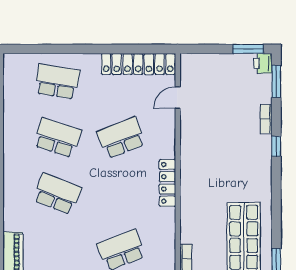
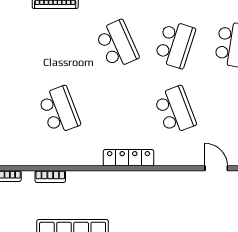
school desk: (57, 194) -> (117, 44), turned -45

